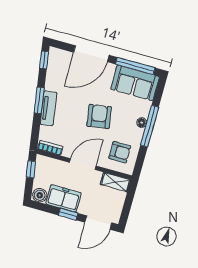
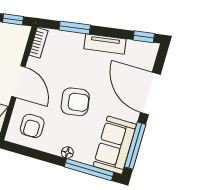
window: (39, 100) -> (75, 28), moved
tv unit: (48, 108) -> (105, 44), moved
window: (150, 126) -> (89, 170), moved

